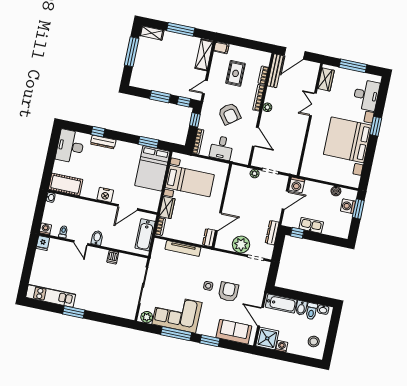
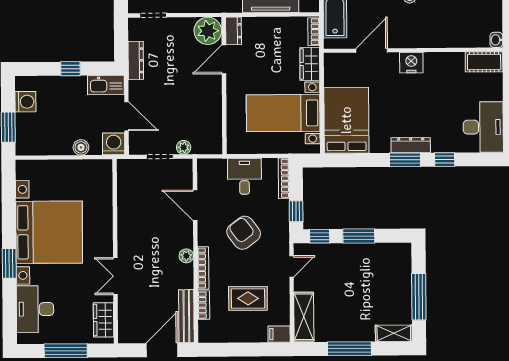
rug: (236, 73) -> (248, 298), turned 90
double door: (313, 104) -> (115, 276), swing flipped
dresser: (103, 142) -> (411, 145), moved
window: (148, 142) -> (405, 160), moved
cot: (66, 184) -> (484, 62), width x0.73, depth x0.75
boiler: (336, 191) -> (81, 147), moved
door: (285, 200) -> (126, 116), swing flipped
washing machine: (348, 206) -> (25, 102), moved
kitchen sink: (311, 225) -> (106, 85), moved
window: (297, 233) -> (70, 69), moved
plant: (241, 244) -> (208, 31), moved

